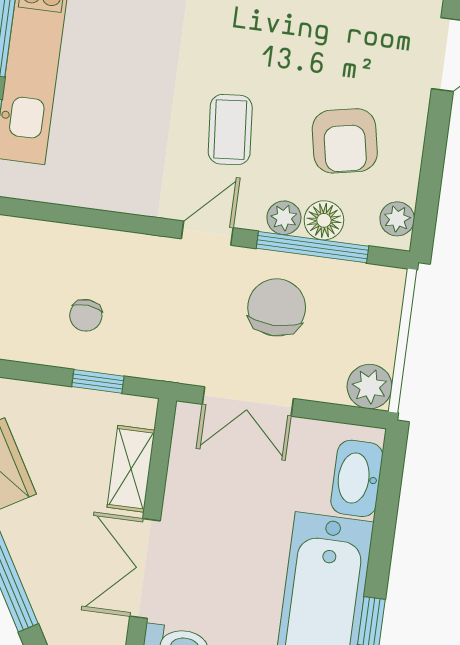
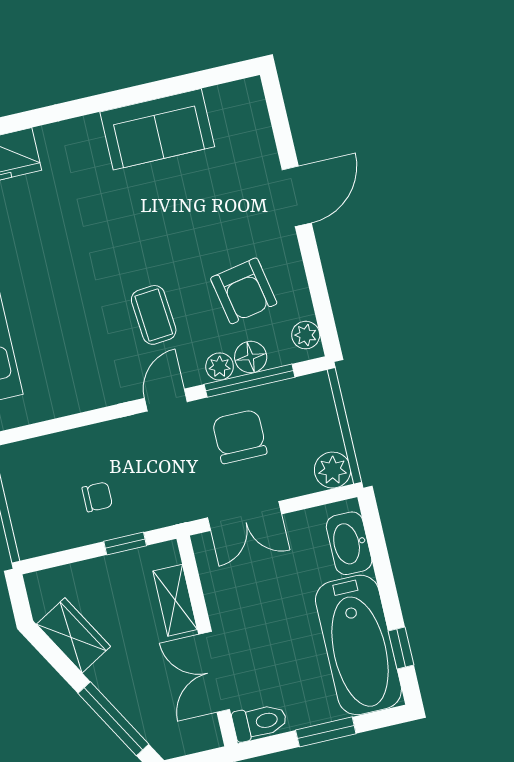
chair: (86, 315) -> (97, 497), turned -95

